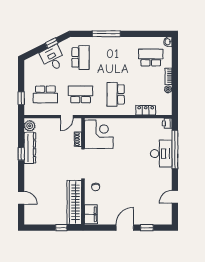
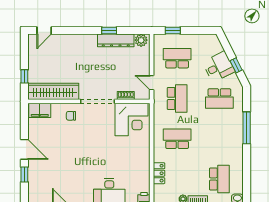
school desk: (45, 94) -> (177, 58), turned 90
door: (21, 198) -> (44, 30), moved

